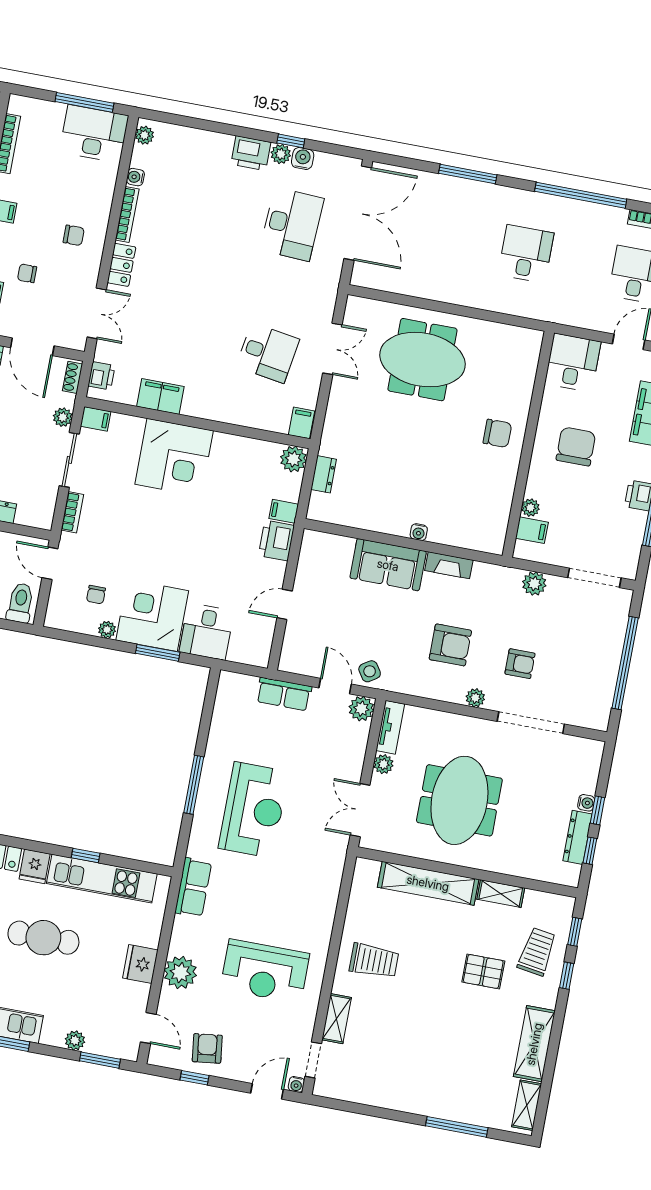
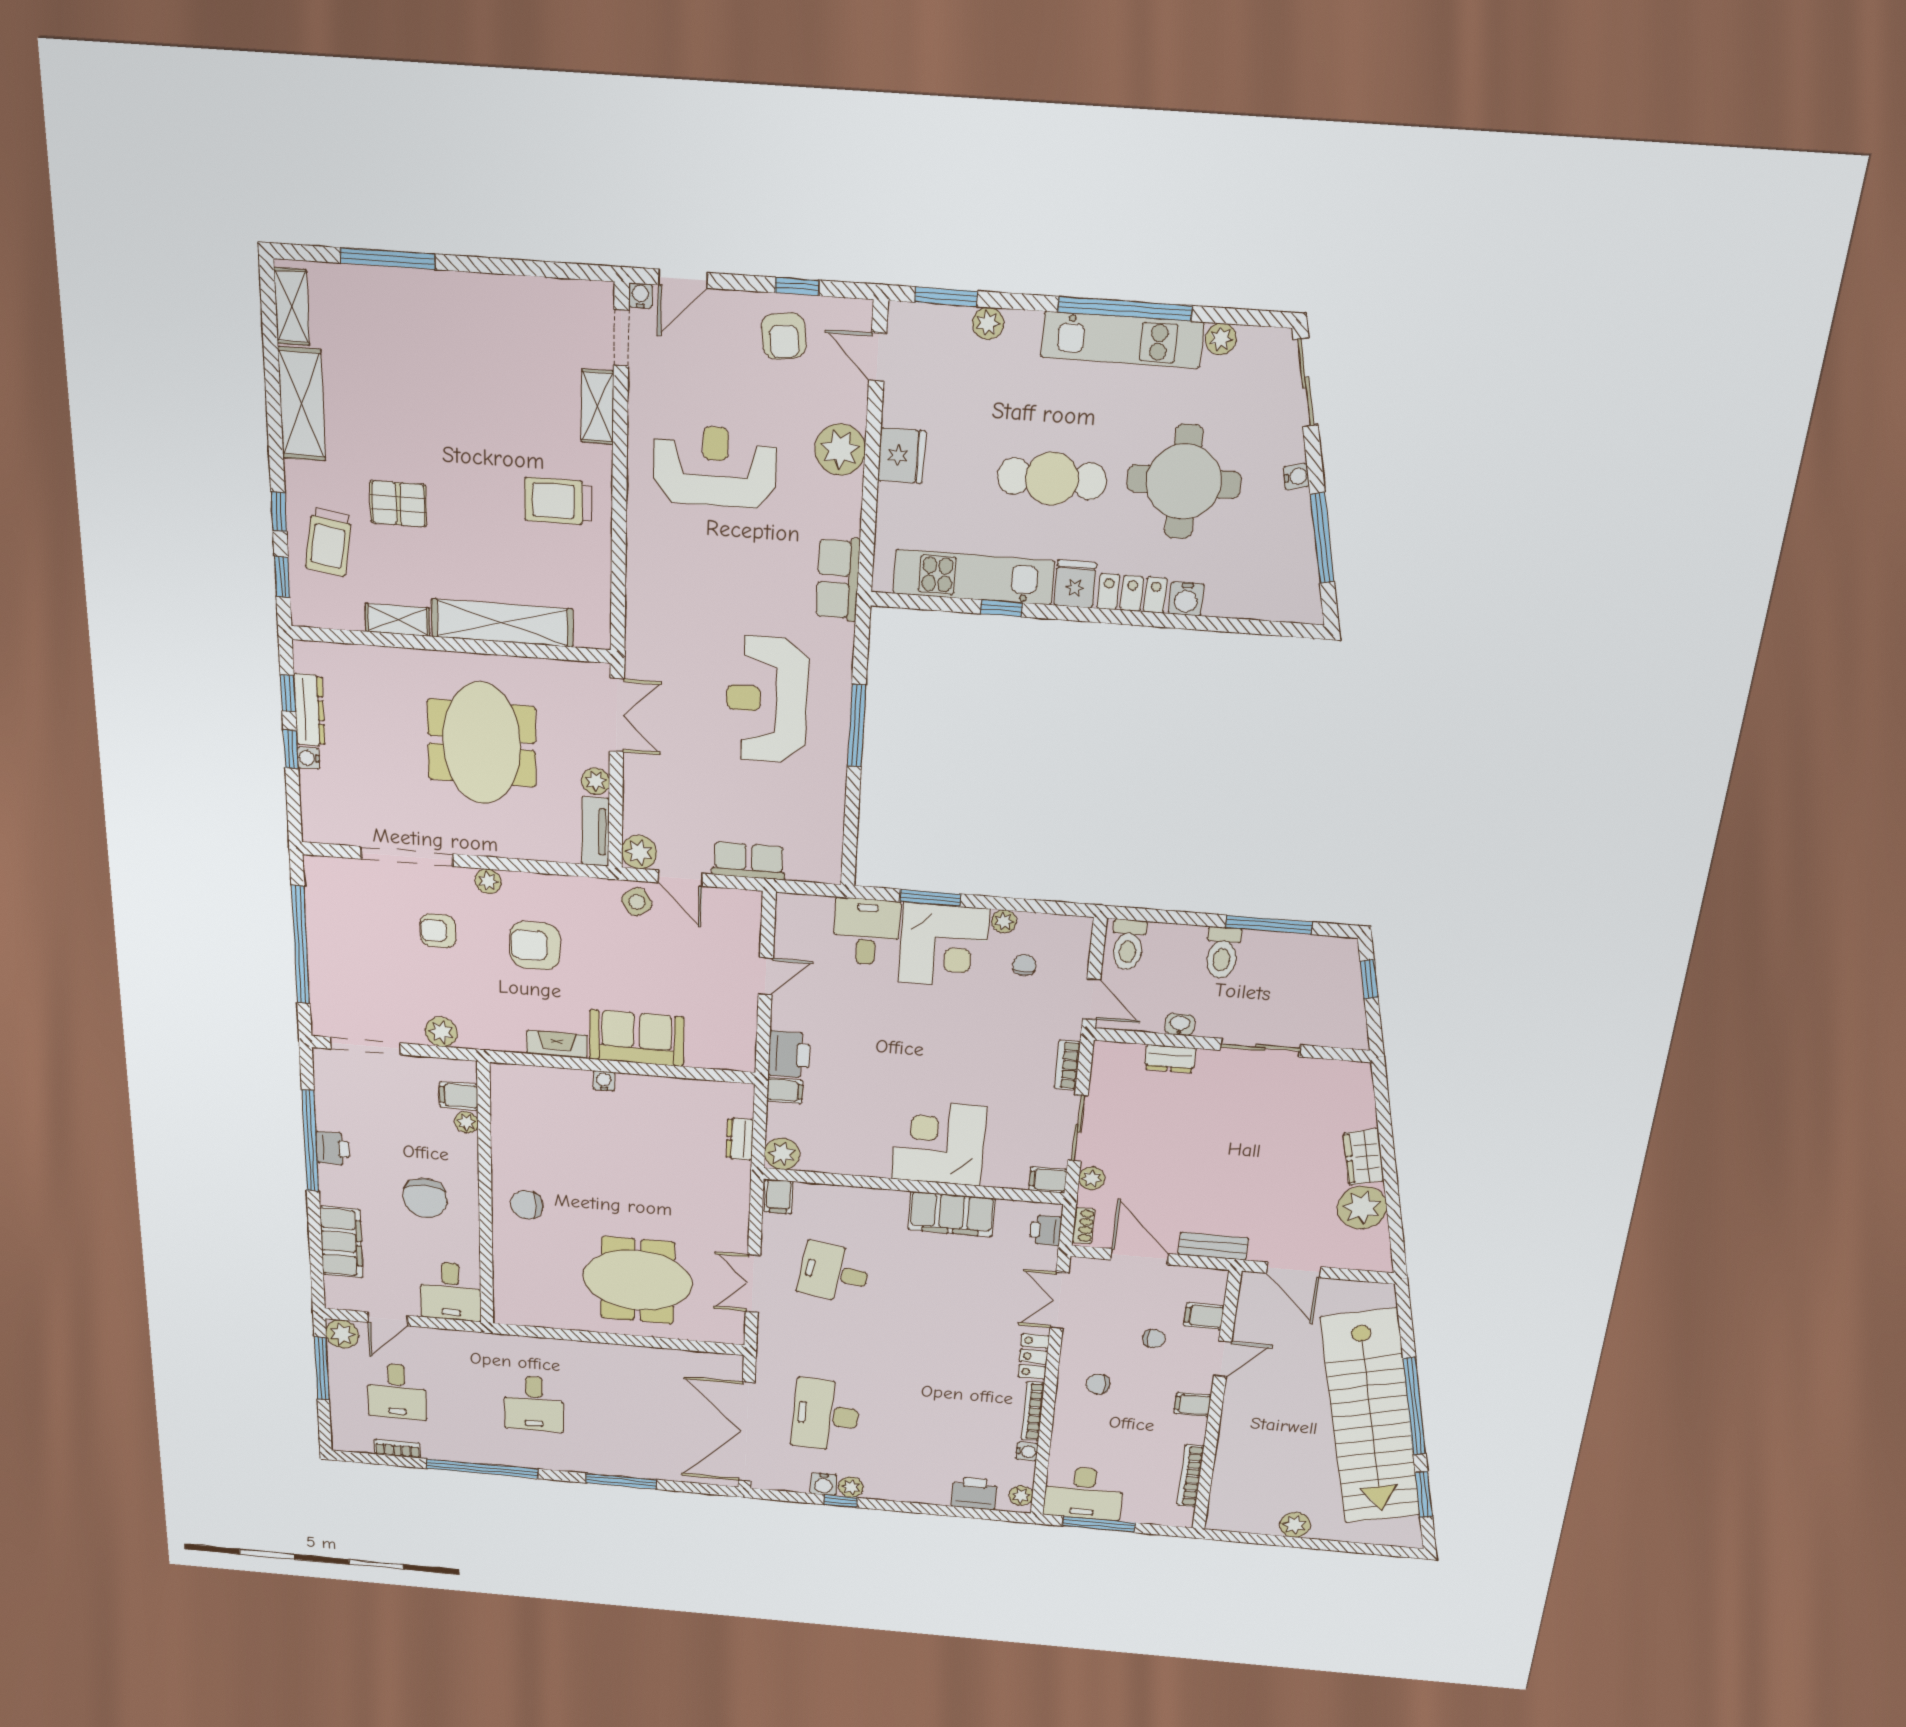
printer: (251, 153) -> (974, 1493), moved
filing cabinet: (160, 396) -> (951, 1214), width x1.50, depth x1.17

